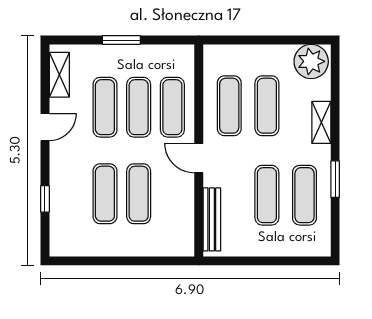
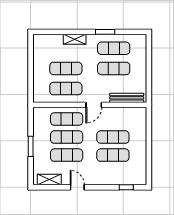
plant: (311, 61) -> (42, 45), removed
window: (45, 199) -> (126, 187), moved

